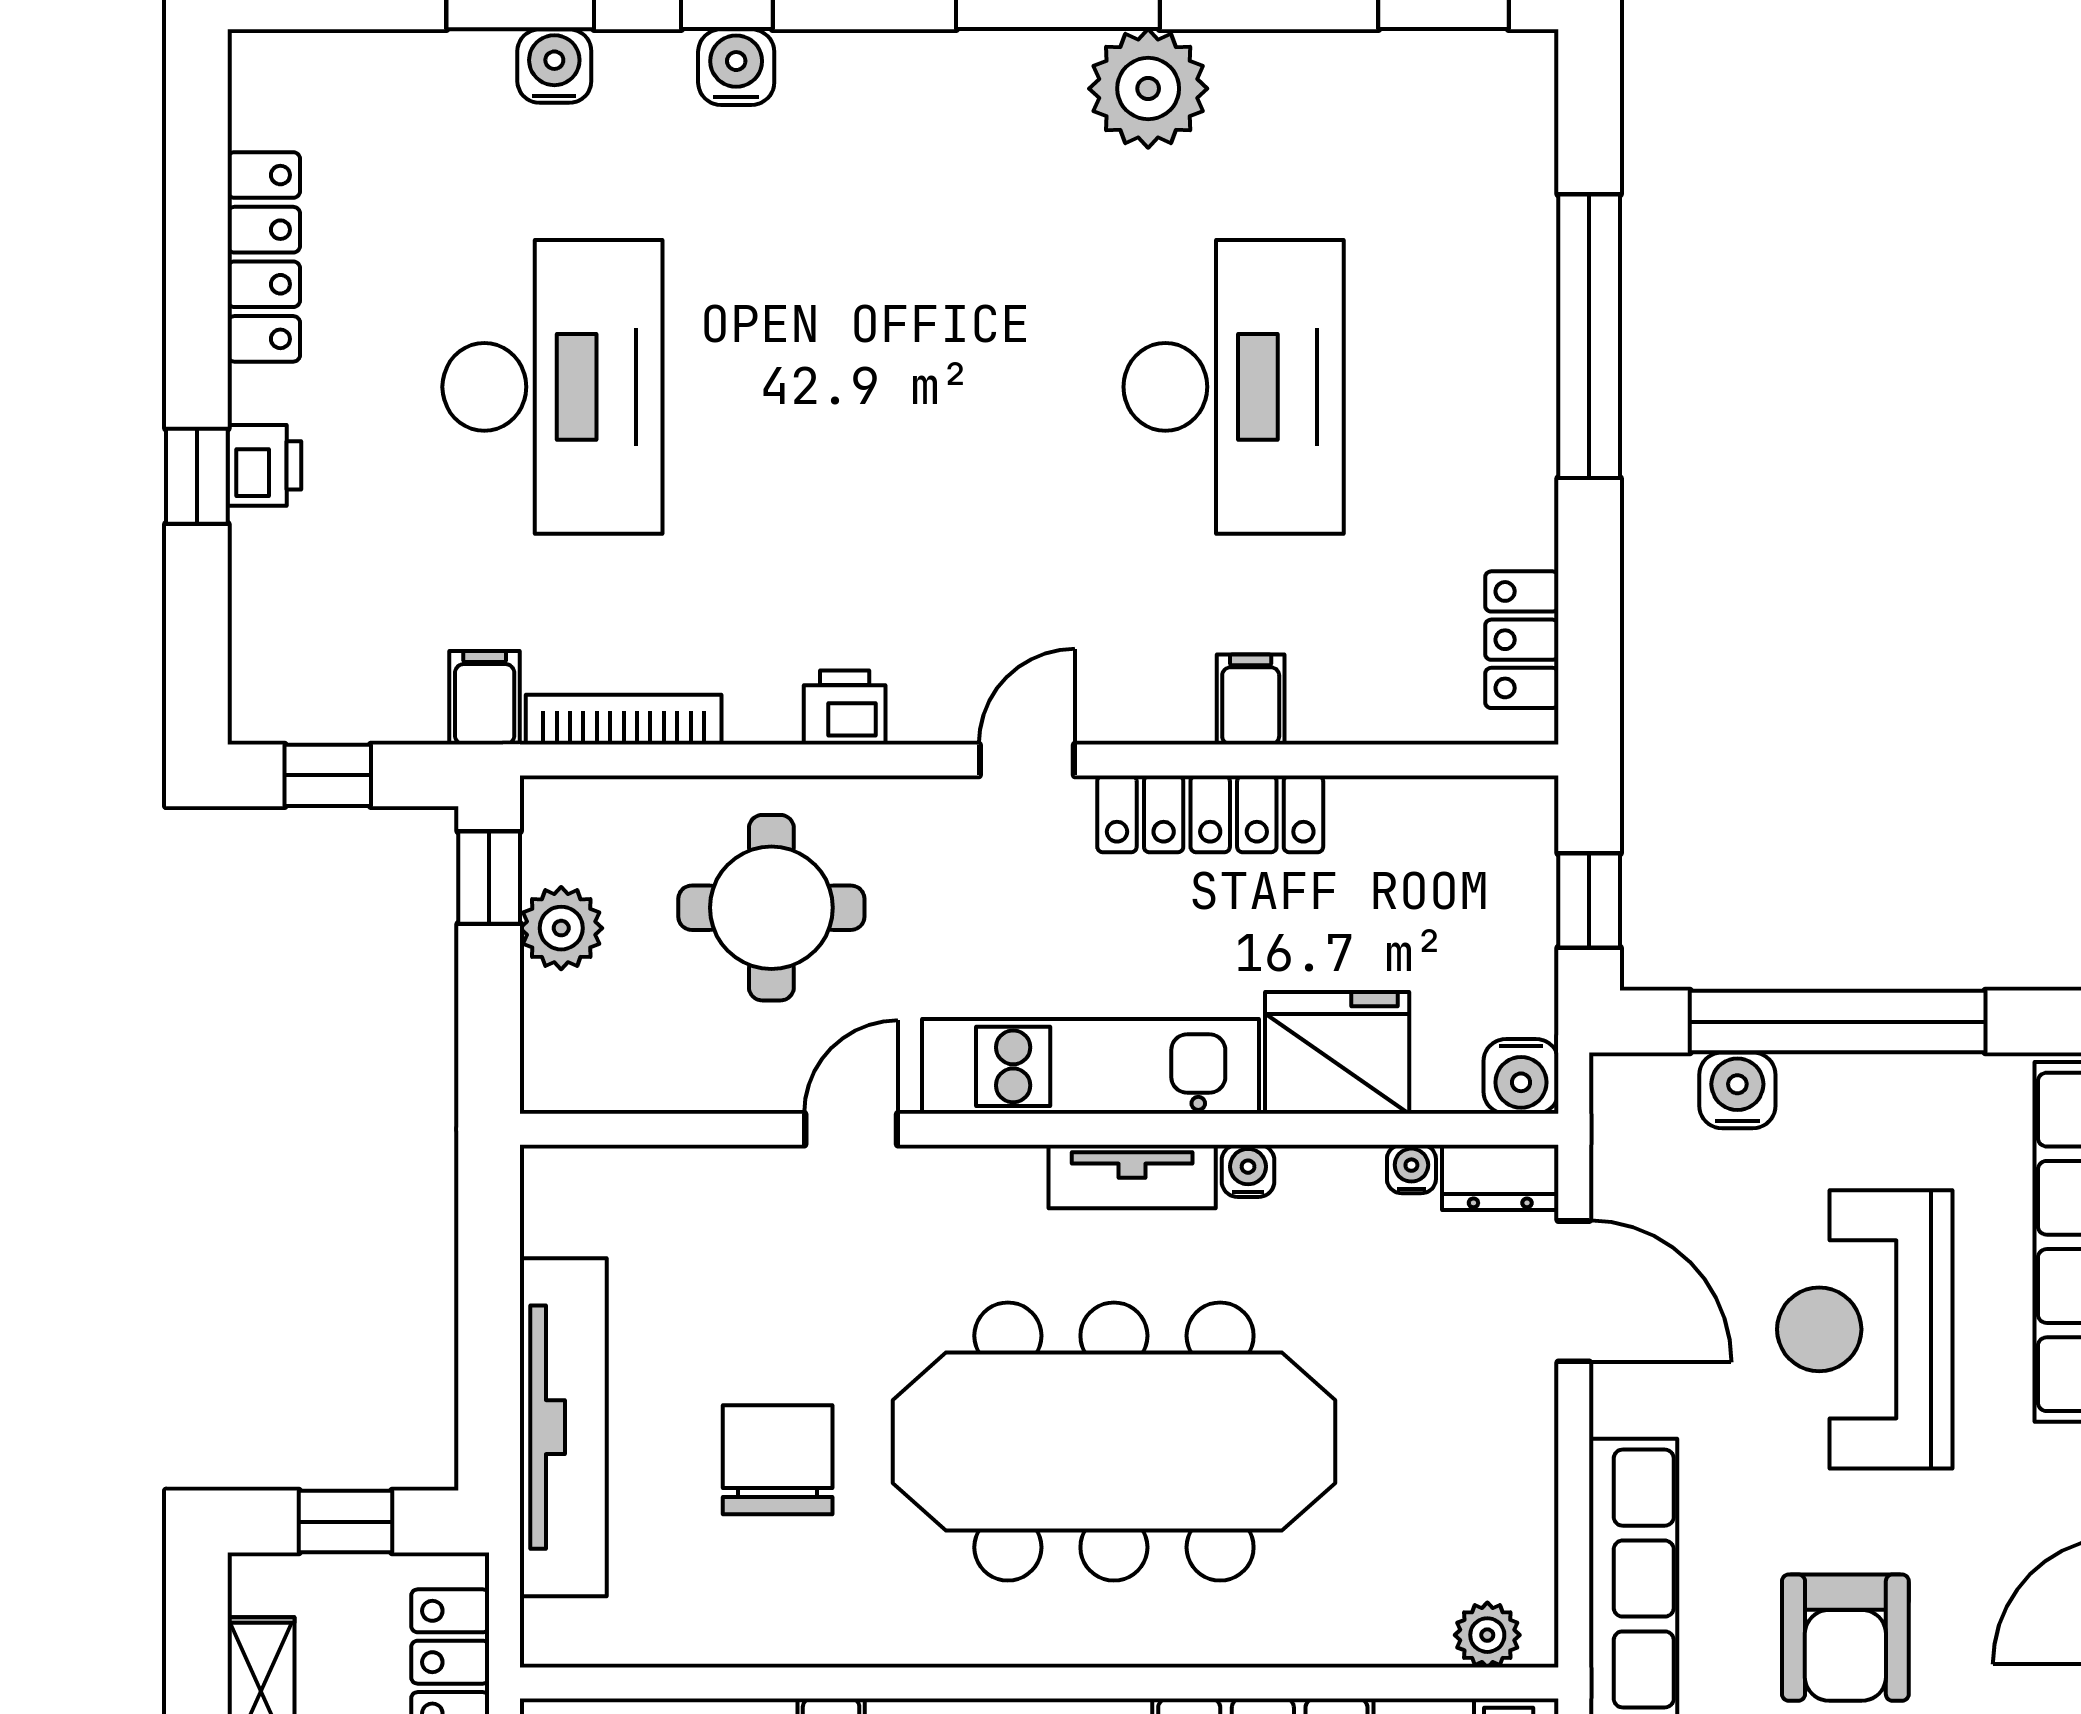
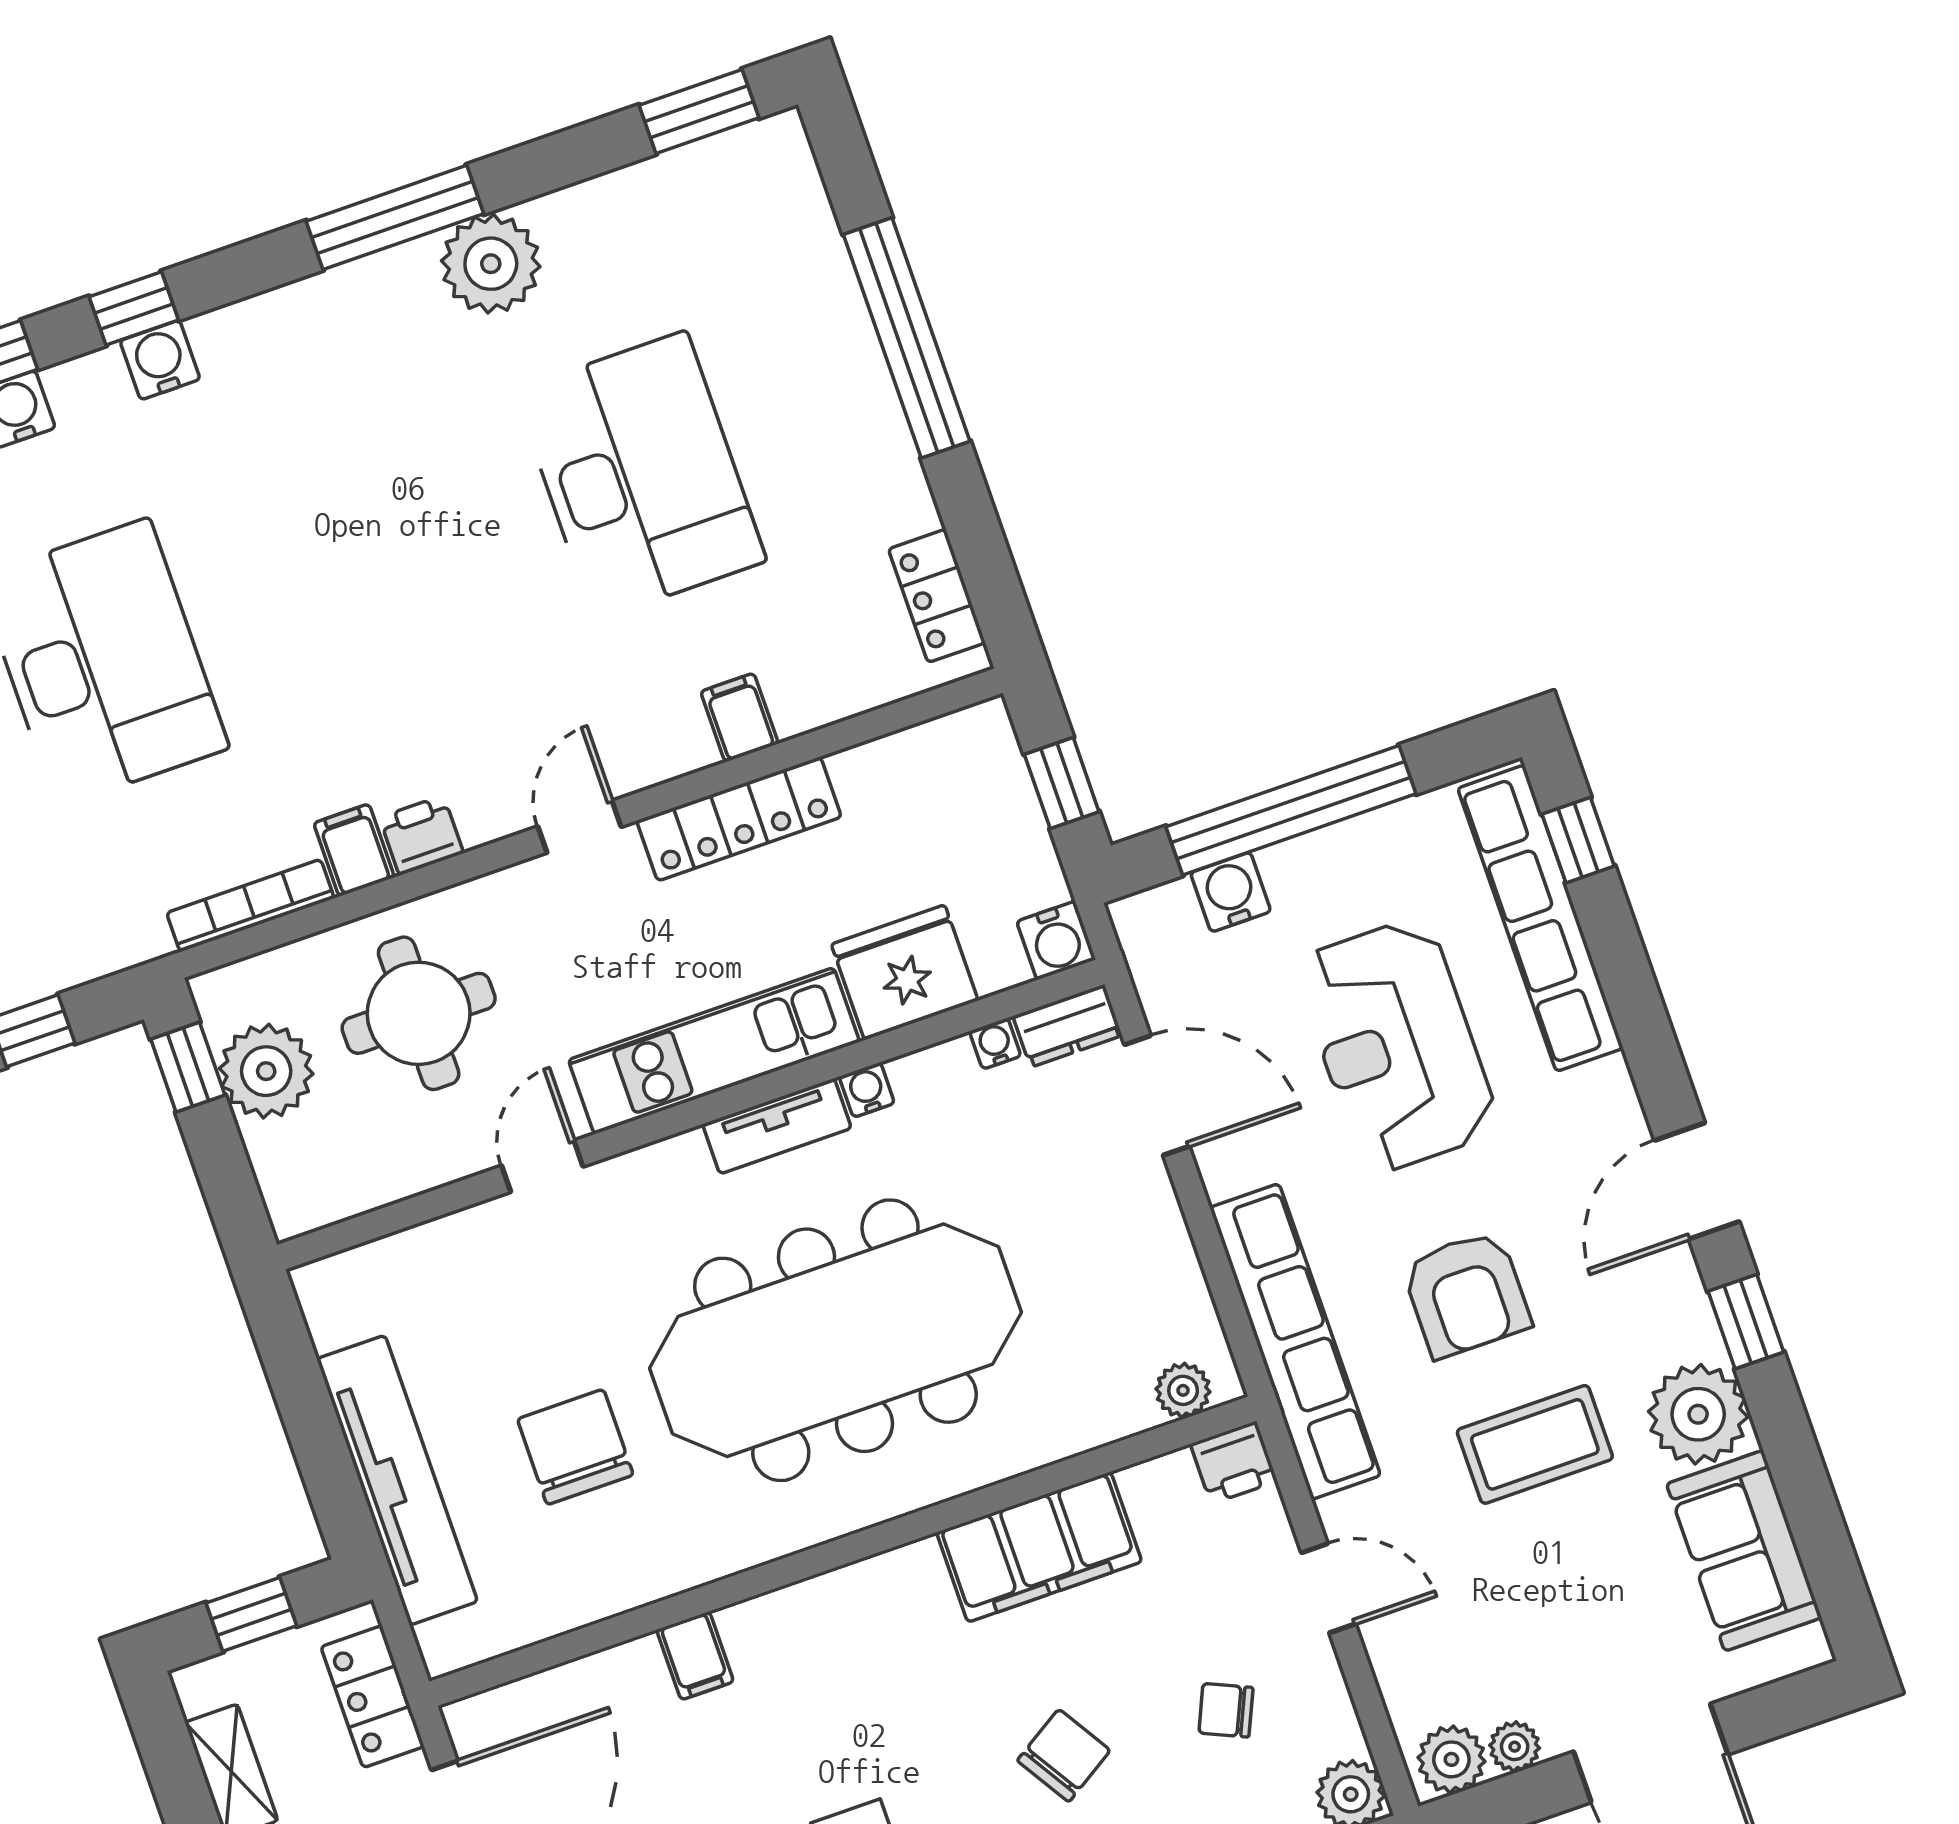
filing cabinet: (485, 698) -> (354, 850), moved
plant: (561, 928) -> (266, 1071), width x1.36, depth x1.36

